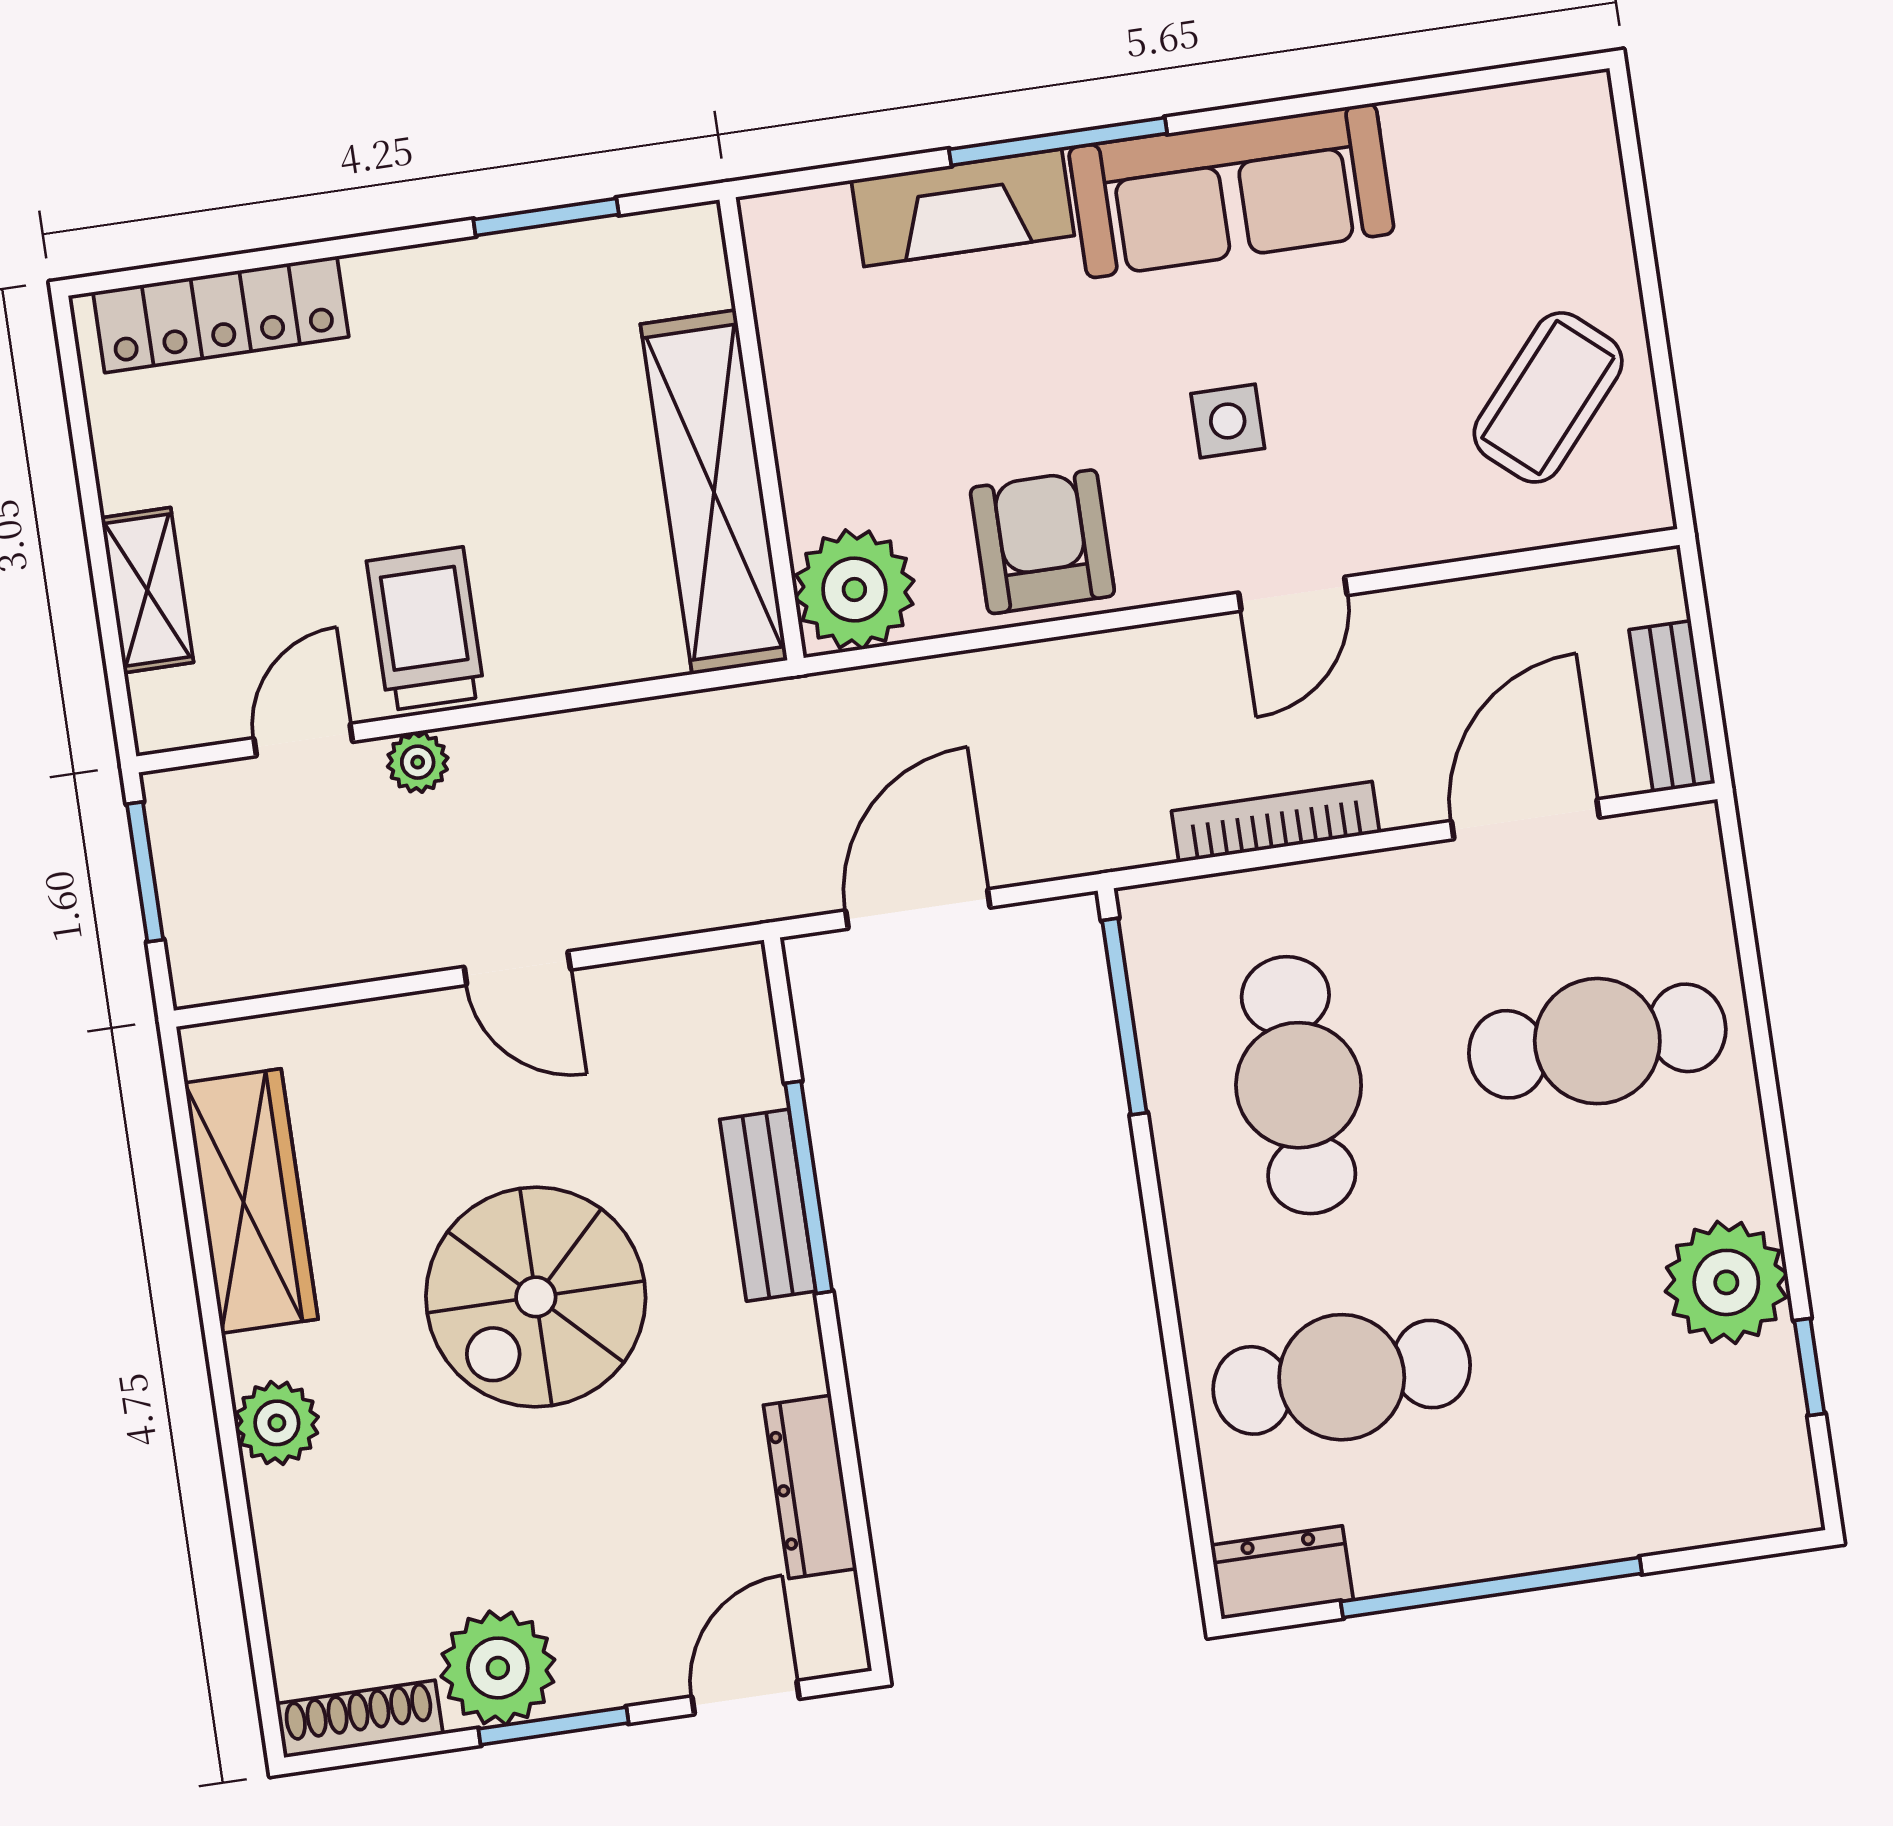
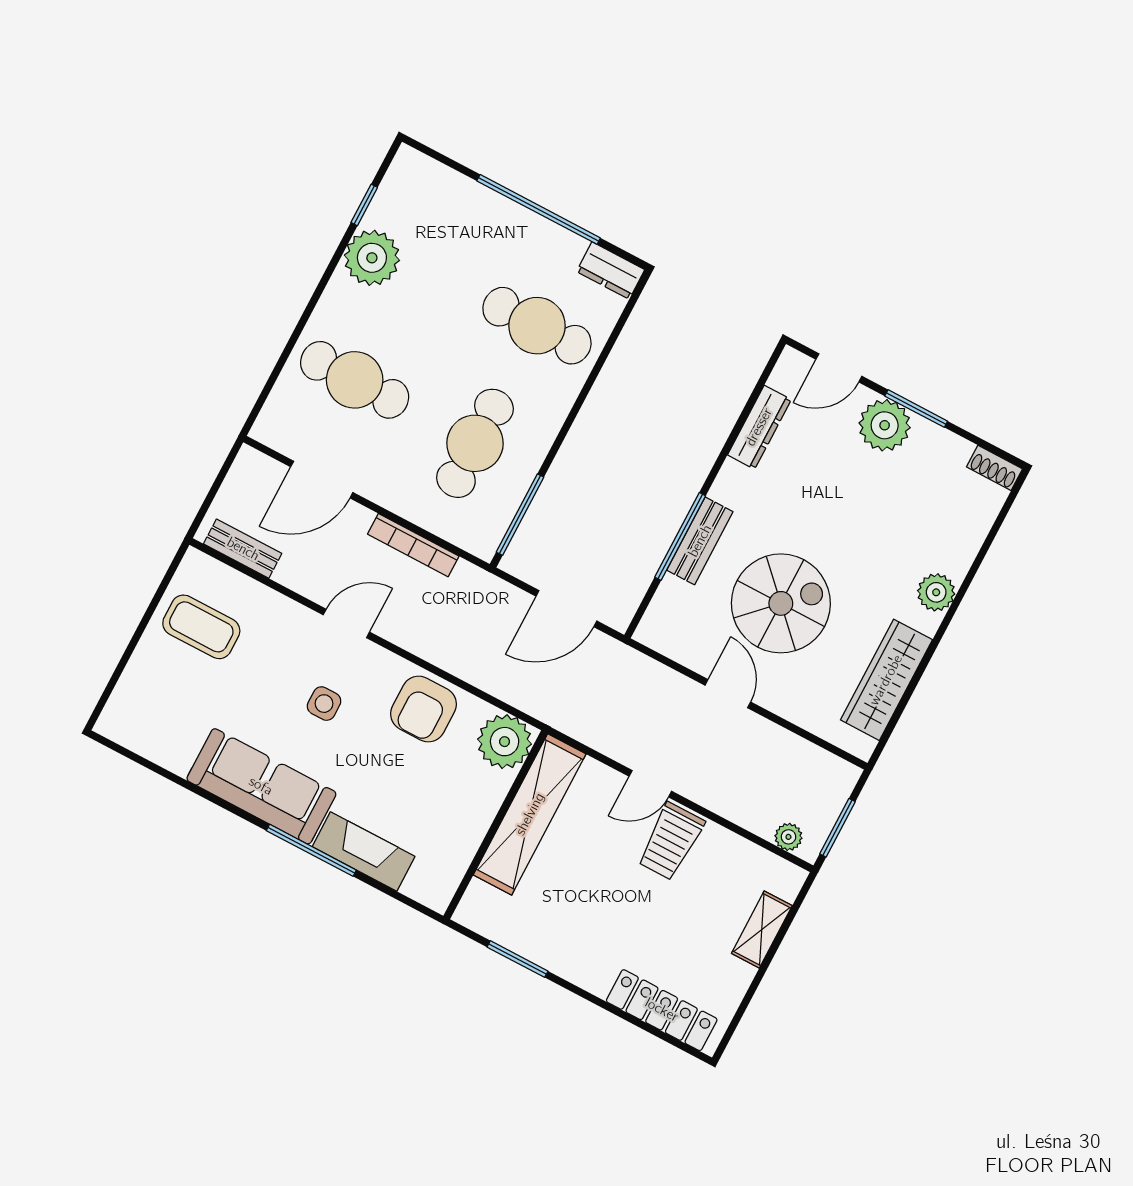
coffee table: (1548, 397) -> (201, 627), turned 49
bench: (1672, 706) -> (243, 549), moved, turned 90
door: (303, 740) -> (650, 784), moved
plant: (418, 762) -> (788, 837), moved
spiral stairs: (536, 1297) -> (781, 603), moved
plant: (498, 1668) -> (885, 425), moved
shoe rack: (359, 1719) -> (994, 468), width x0.70

